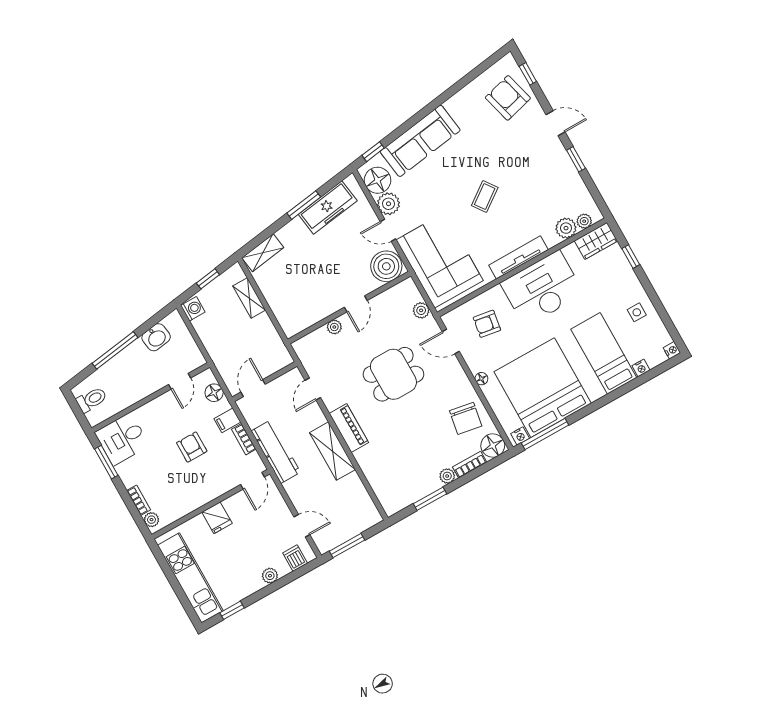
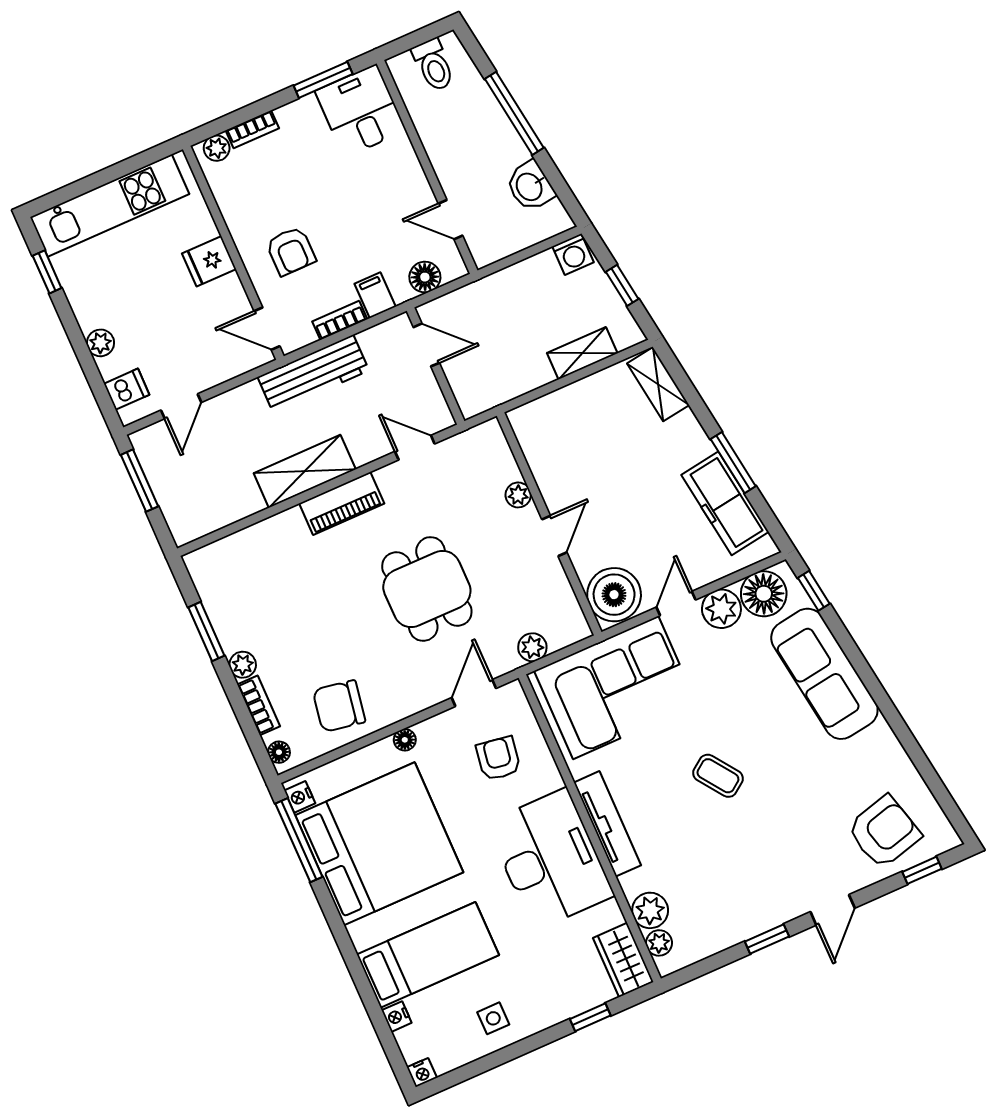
door: (356, 304) -> (554, 536), swing flipped
floor lamp: (493, 445) -> (279, 752), width x0.53, depth x0.53
armchair: (192, 447) -> (291, 251), moved, turned 90

